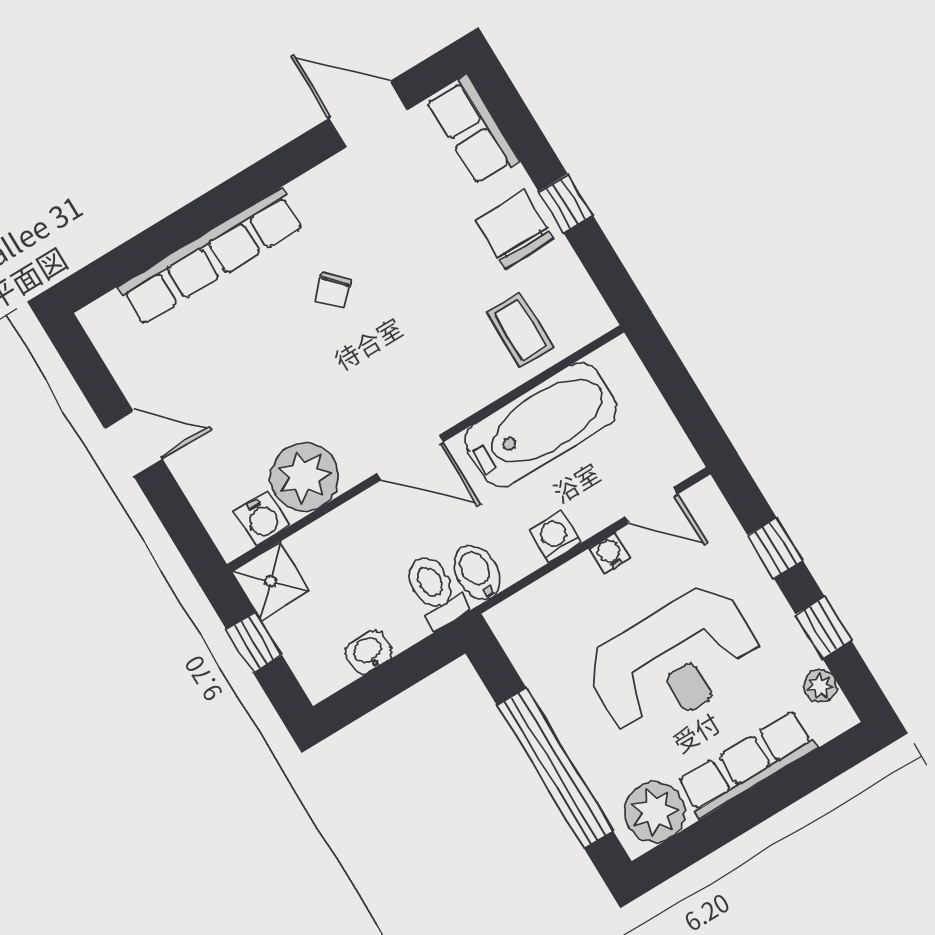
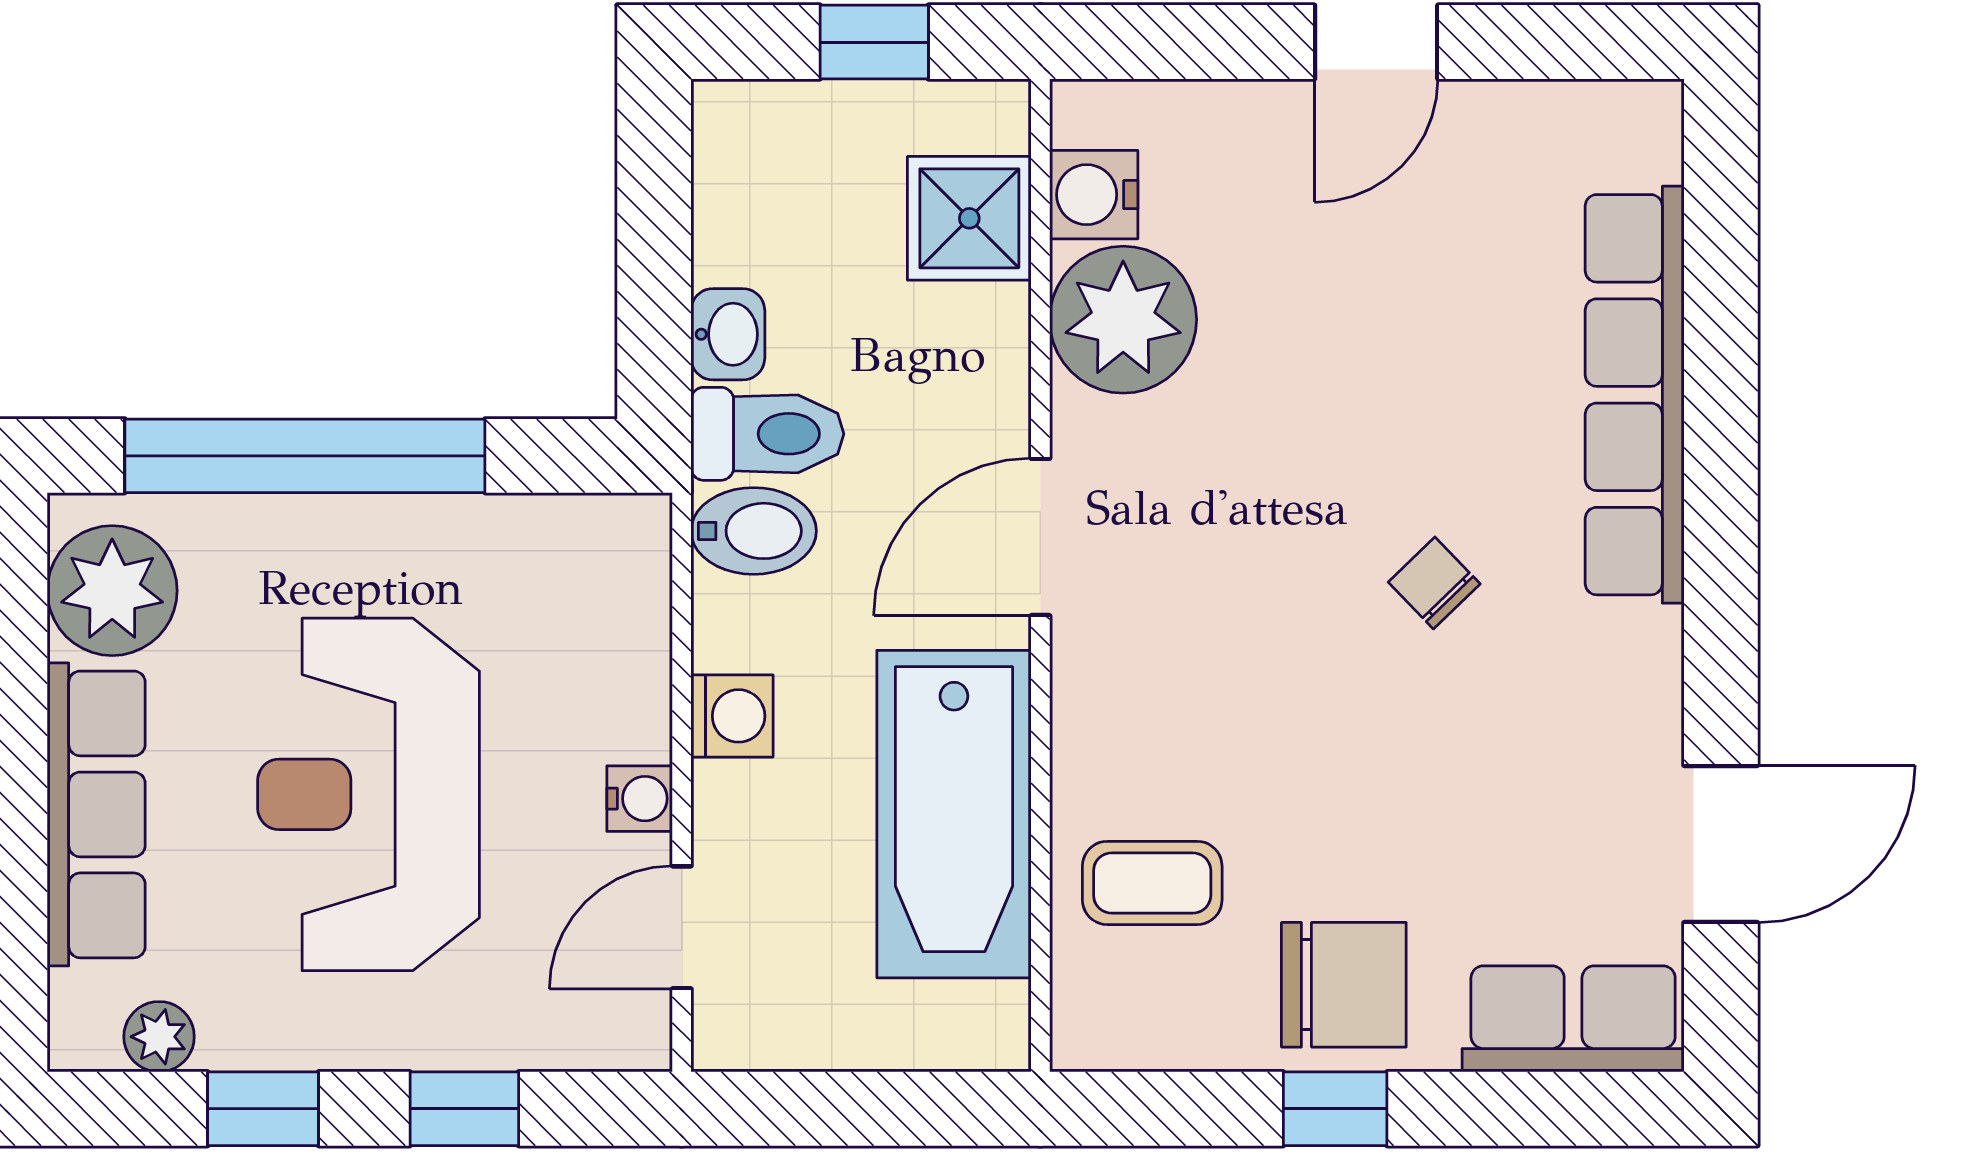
shower: (270, 581) -> (969, 218), moved
washbasin: (369, 652) -> (728, 334), moved

